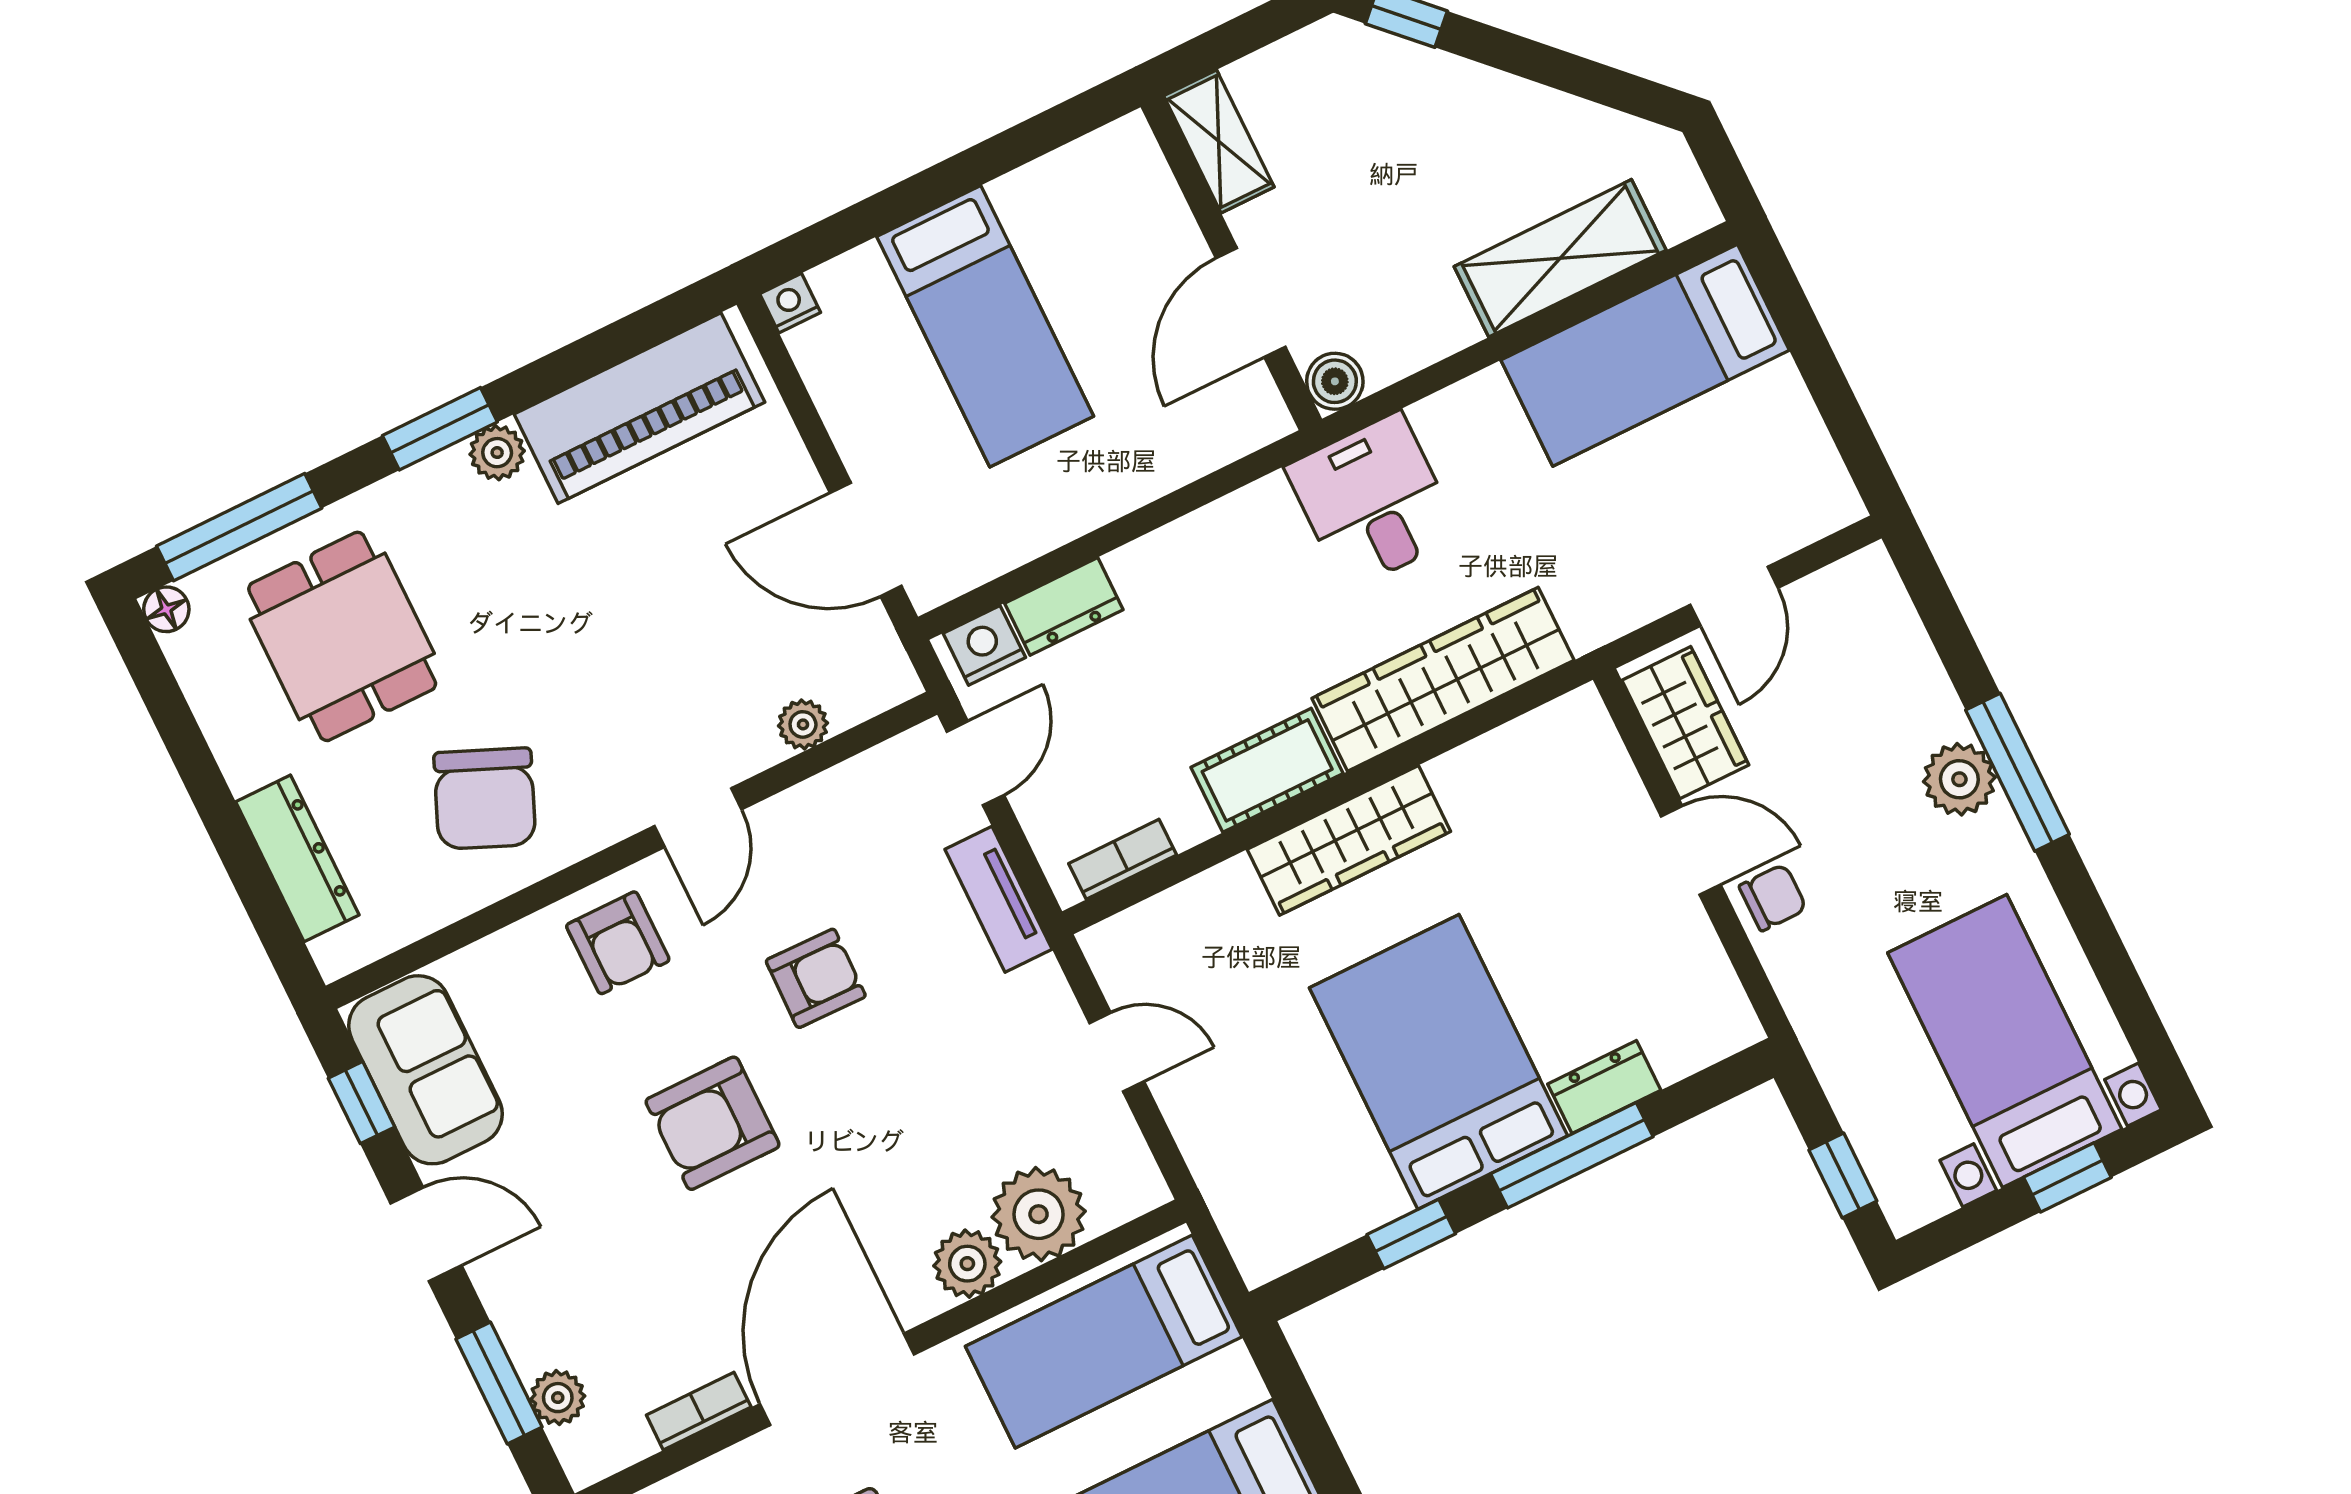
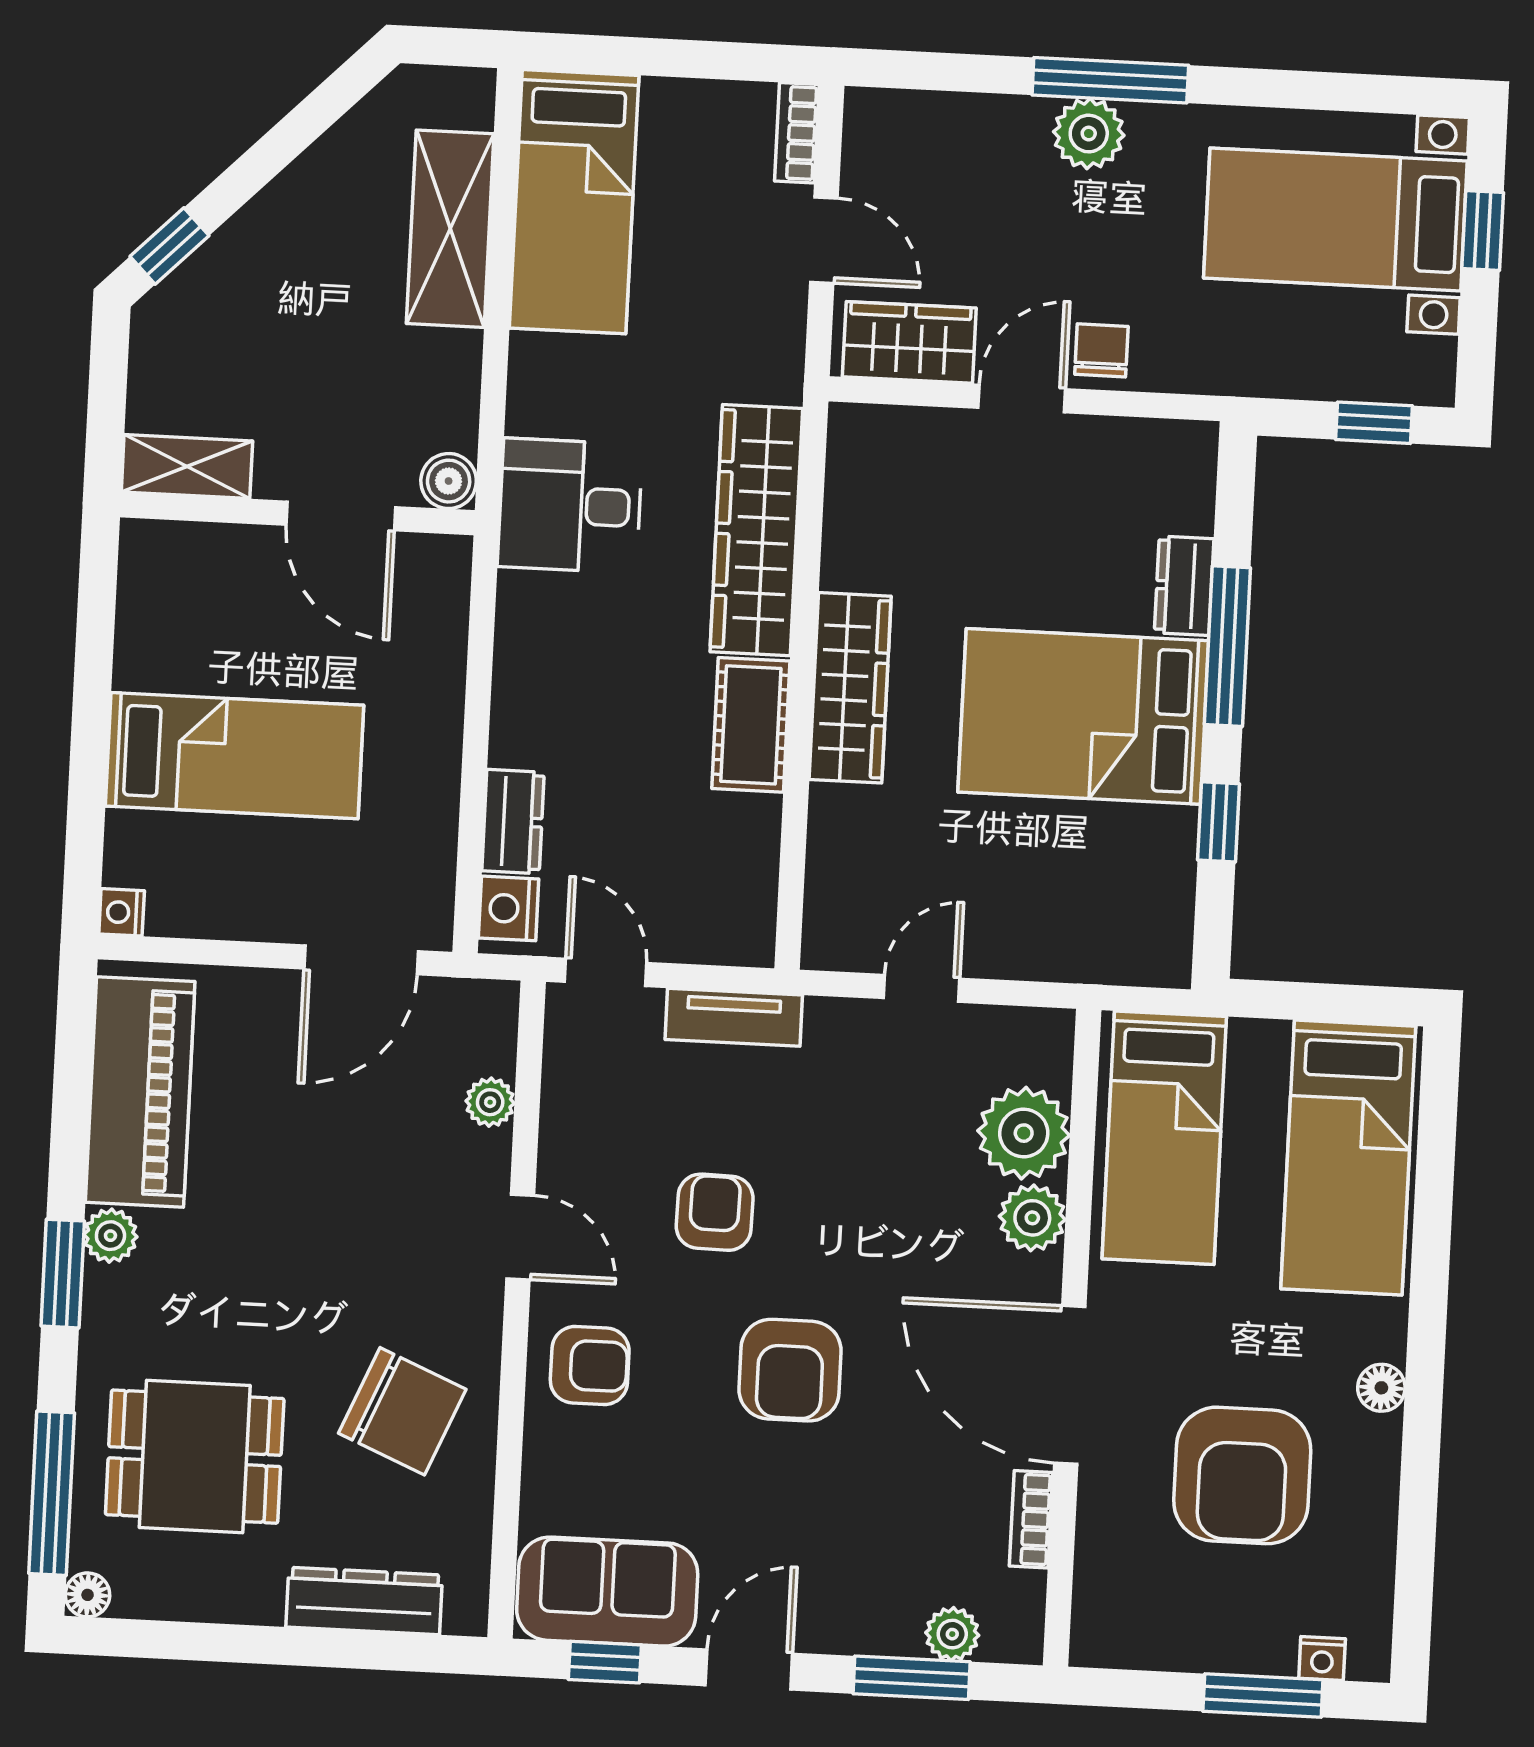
bookcase: (1123, 859) -> (797, 133), moved

